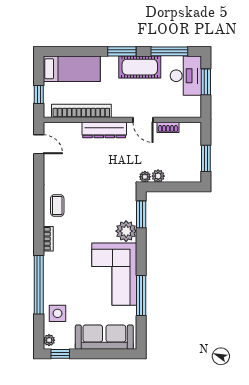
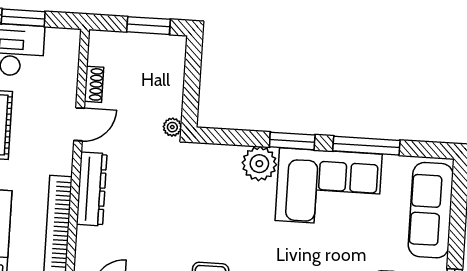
plant: (158, 176) -> (172, 105), removed
window: (141, 214) -> (292, 141), moved

